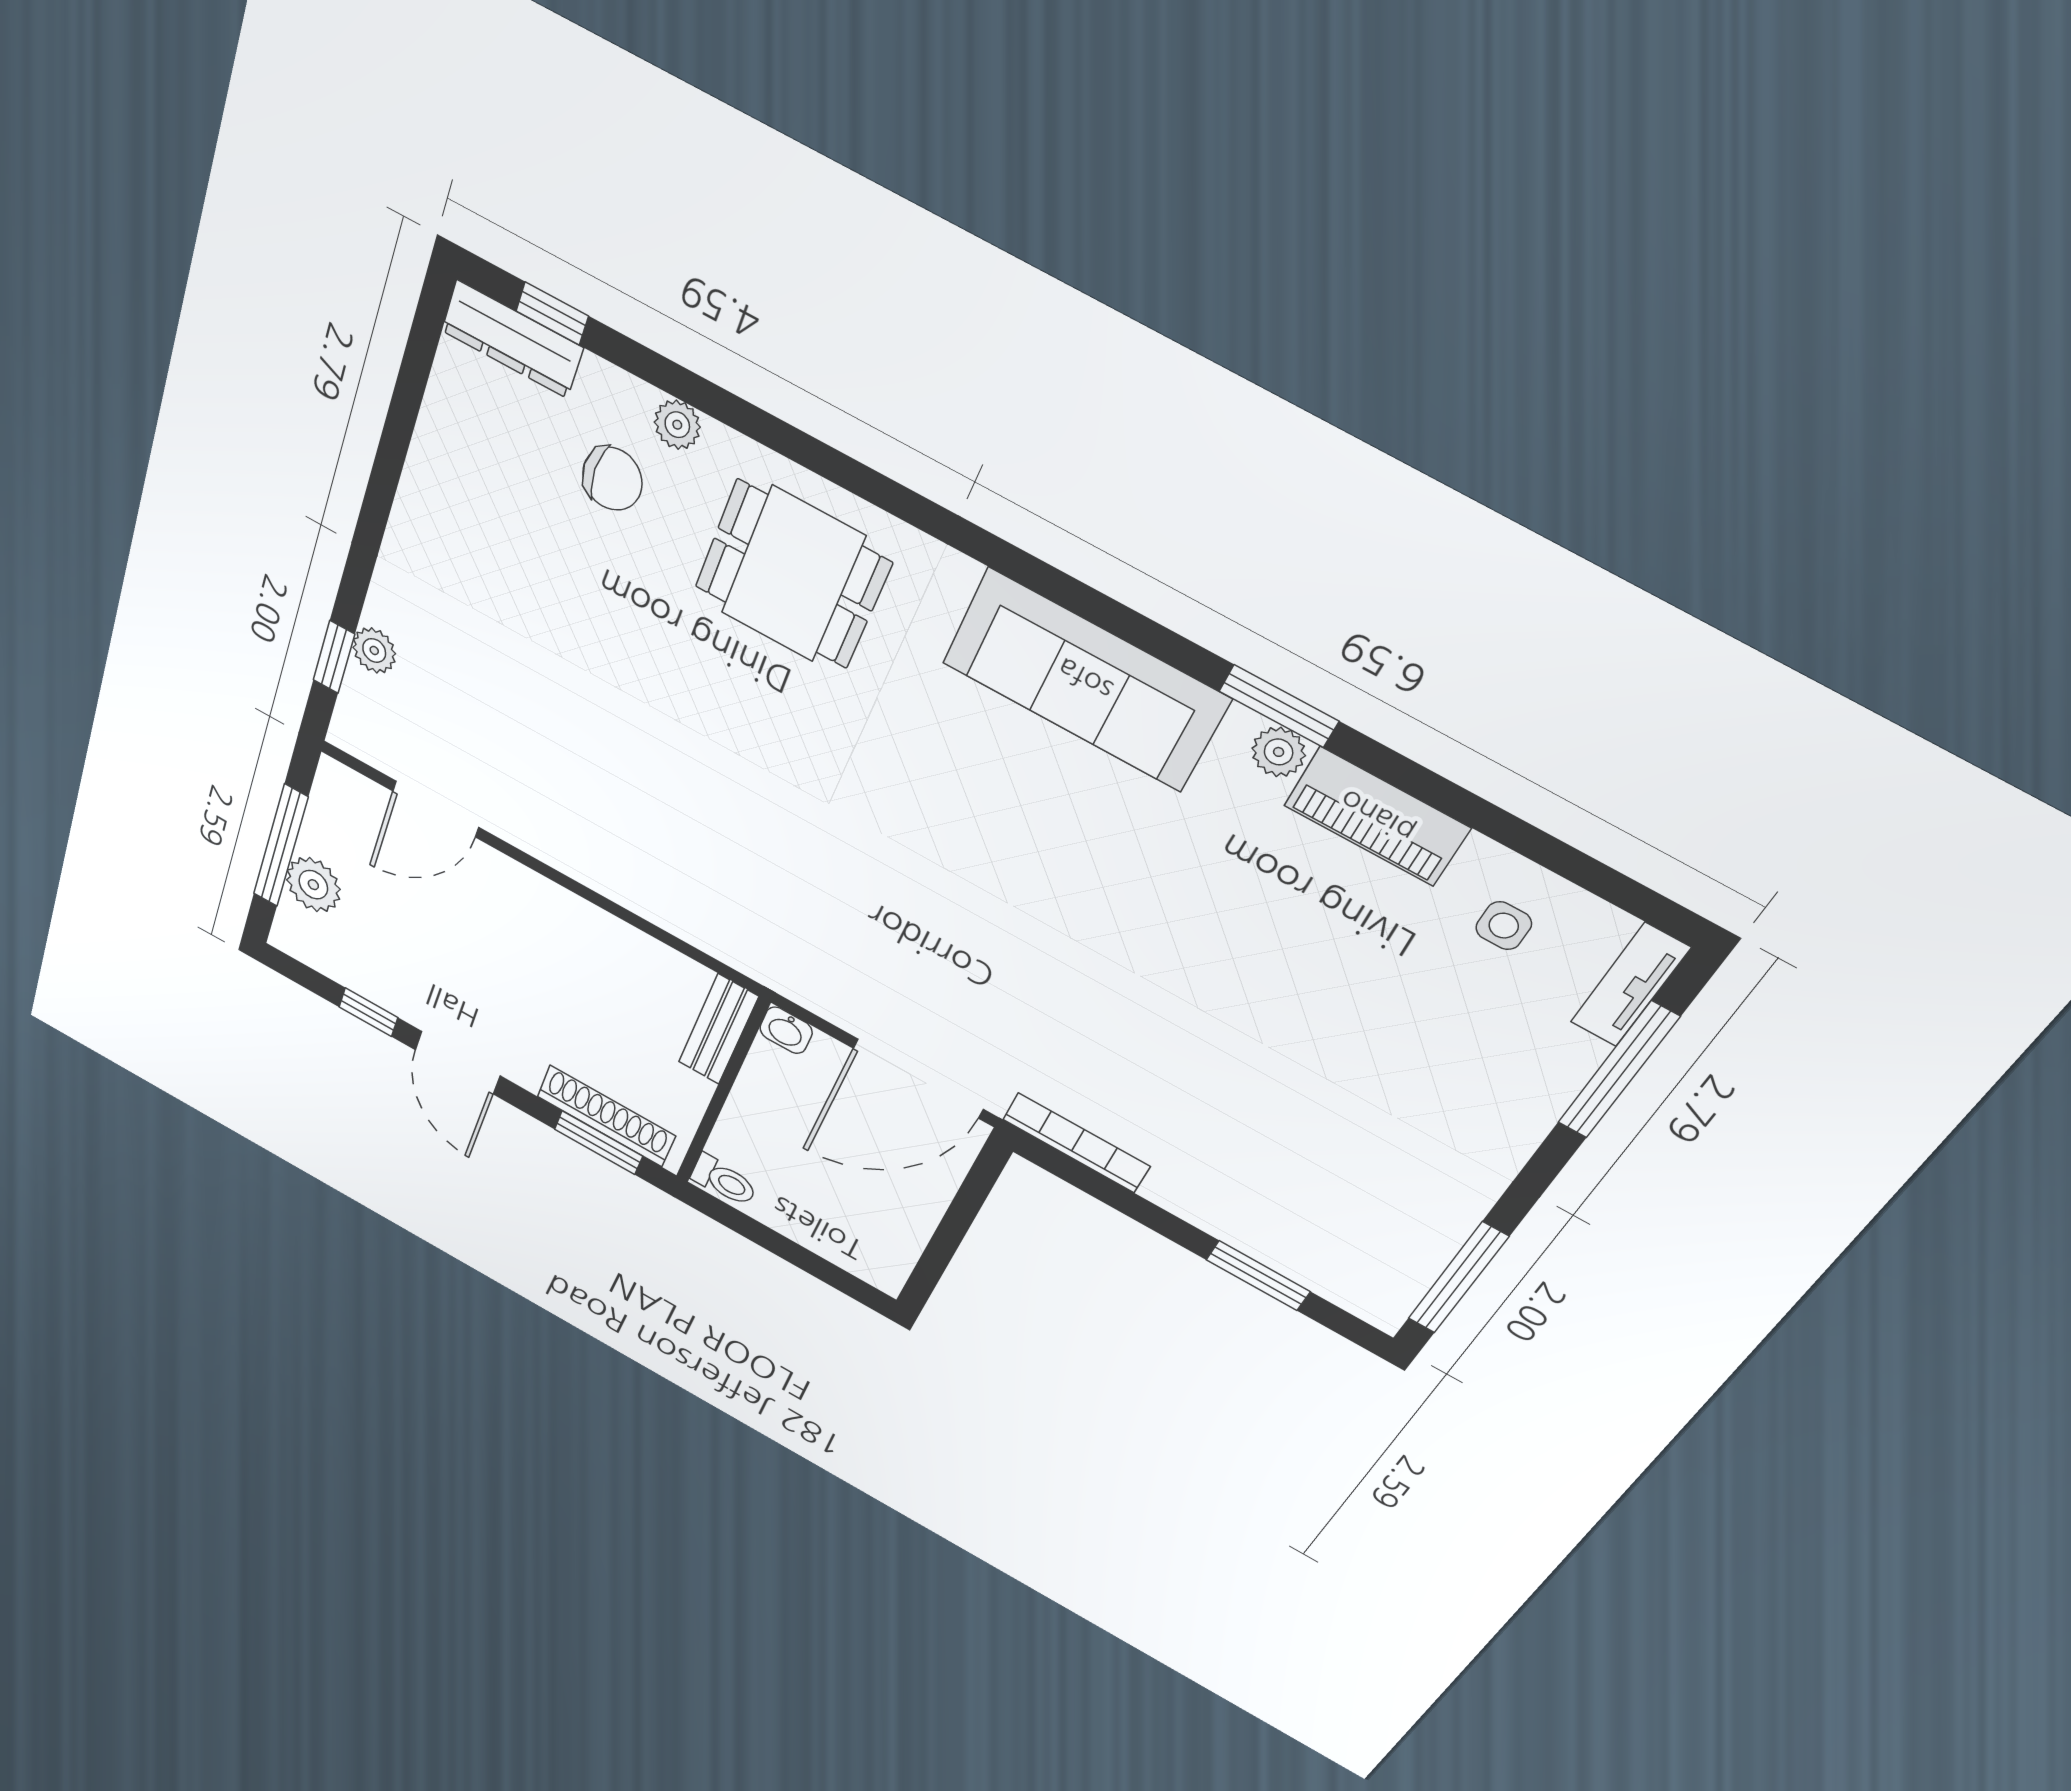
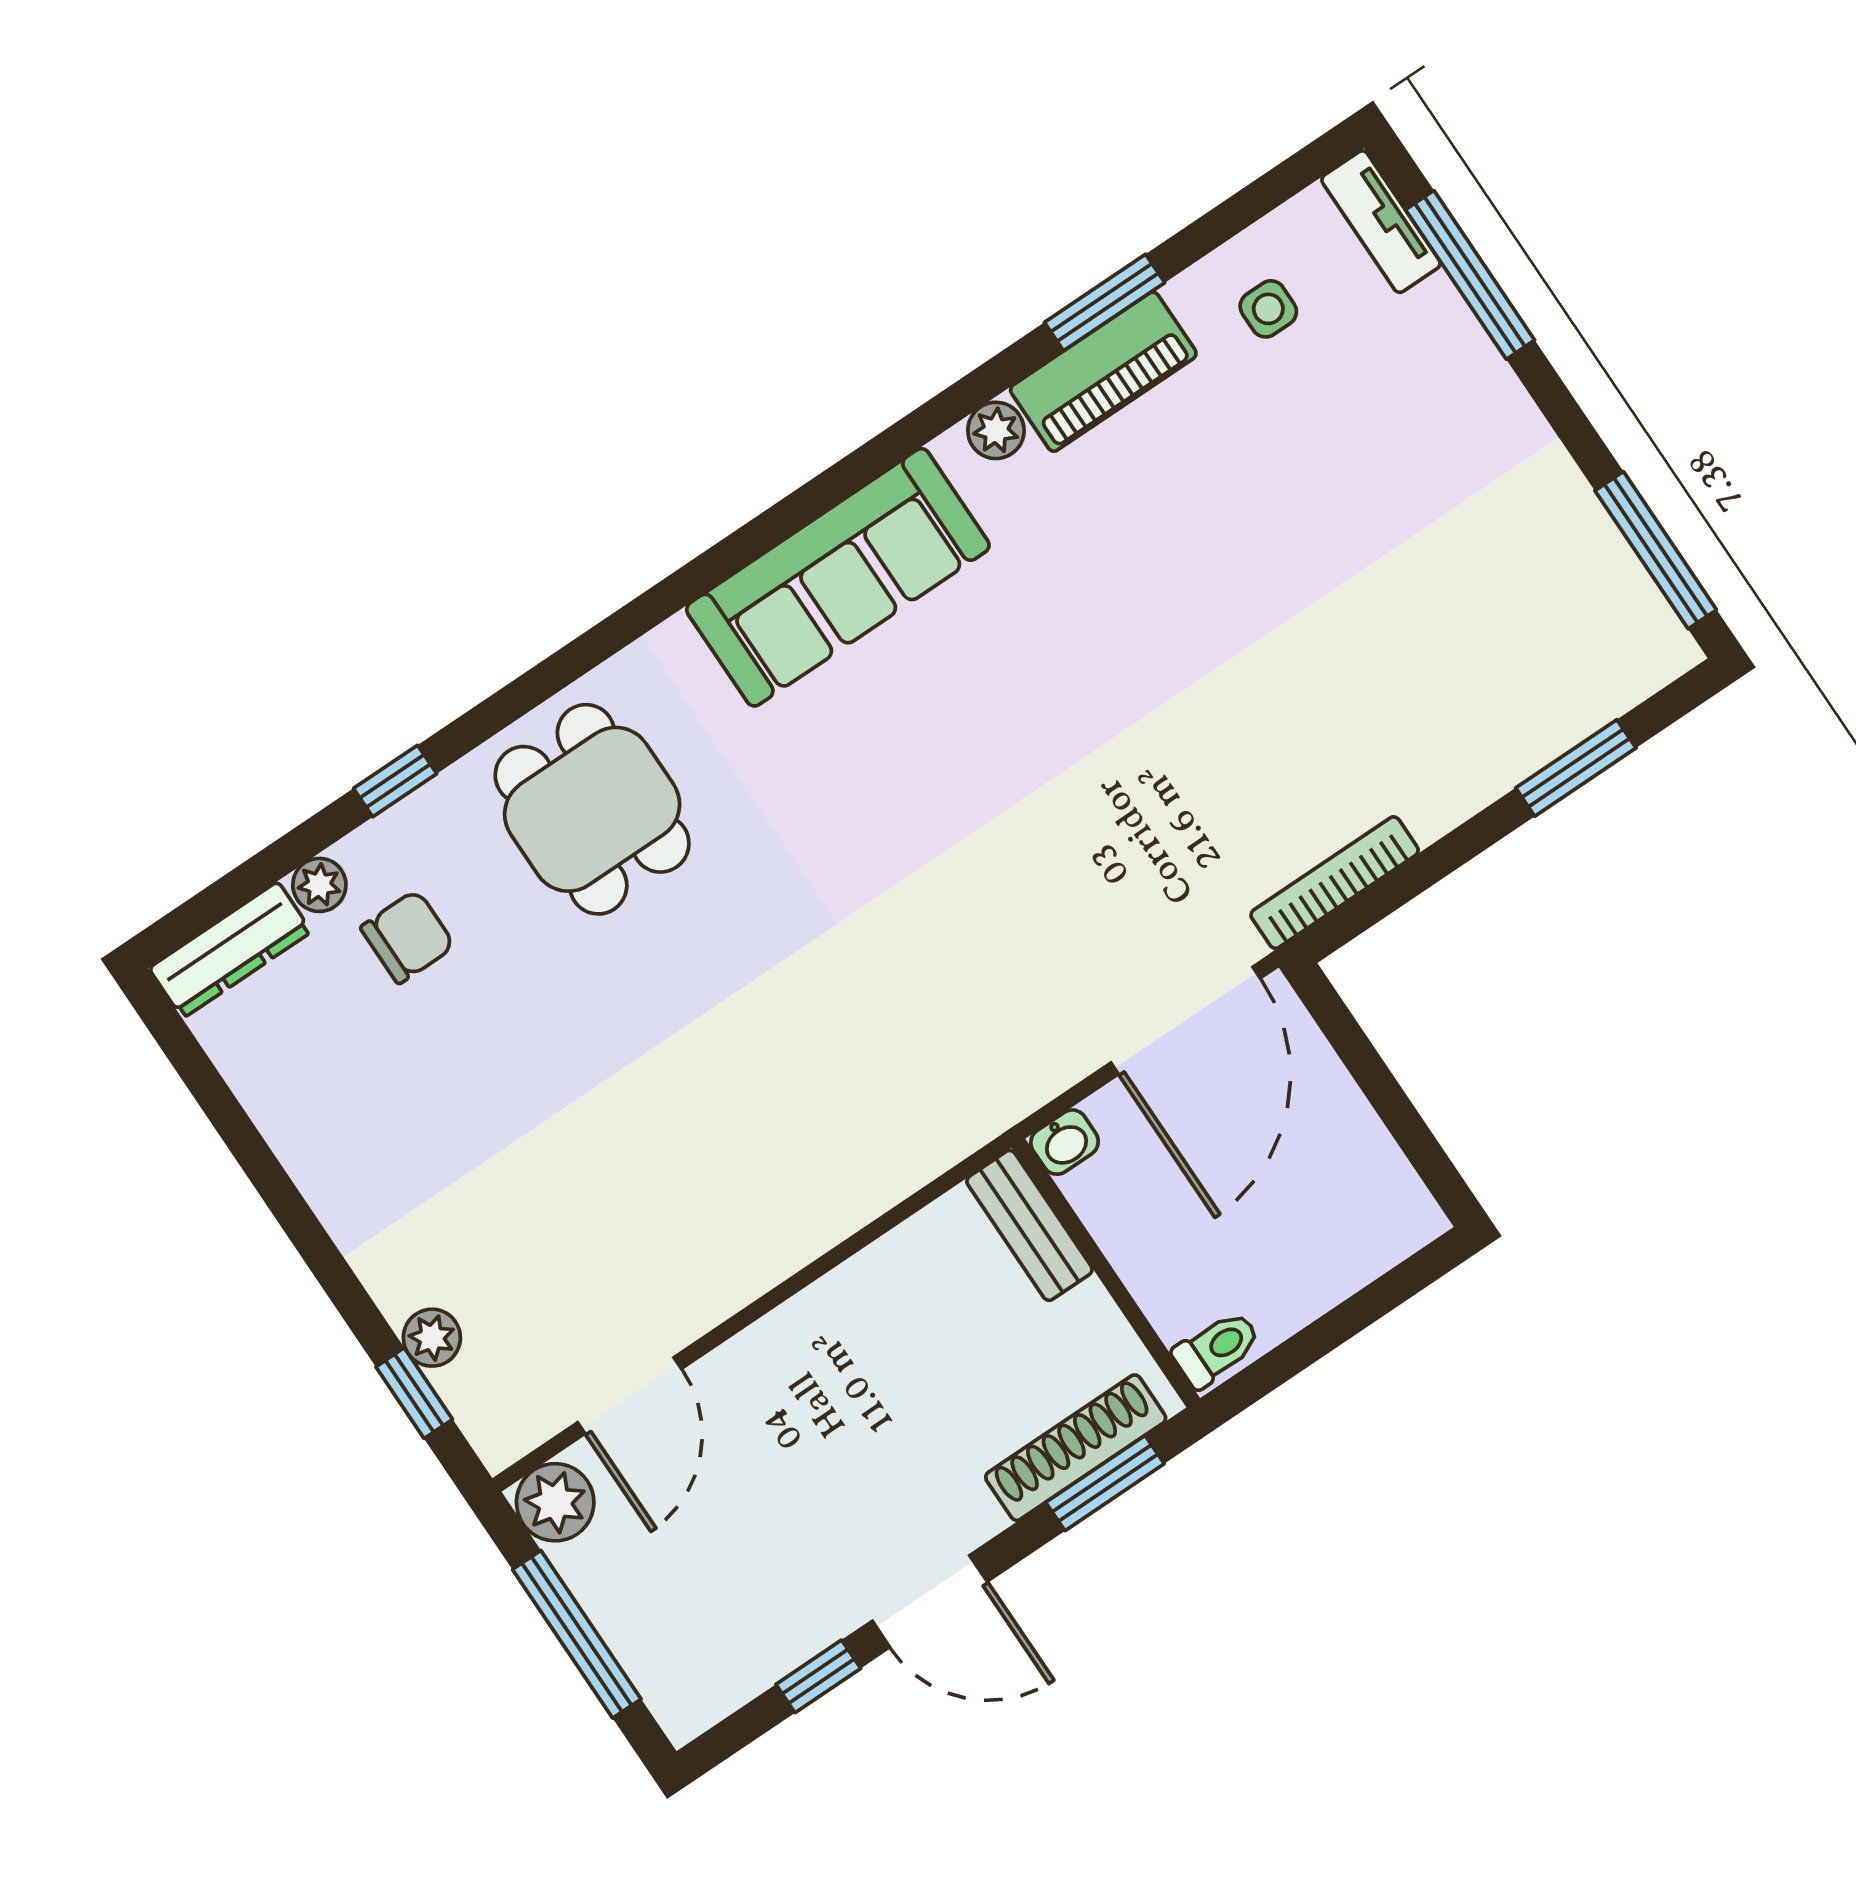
window: (552, 313) -> (395, 781), moved
plant: (677, 425) -> (319, 885), moved
dining table: (793, 574) -> (592, 809), turned 90
window: (1279, 706) -> (1105, 303), moved
plant: (313, 885) -> (555, 1502), moved

